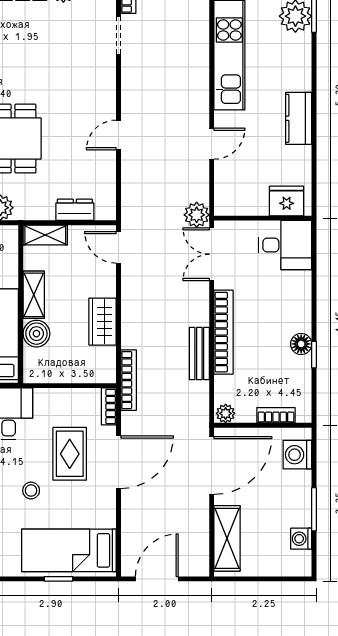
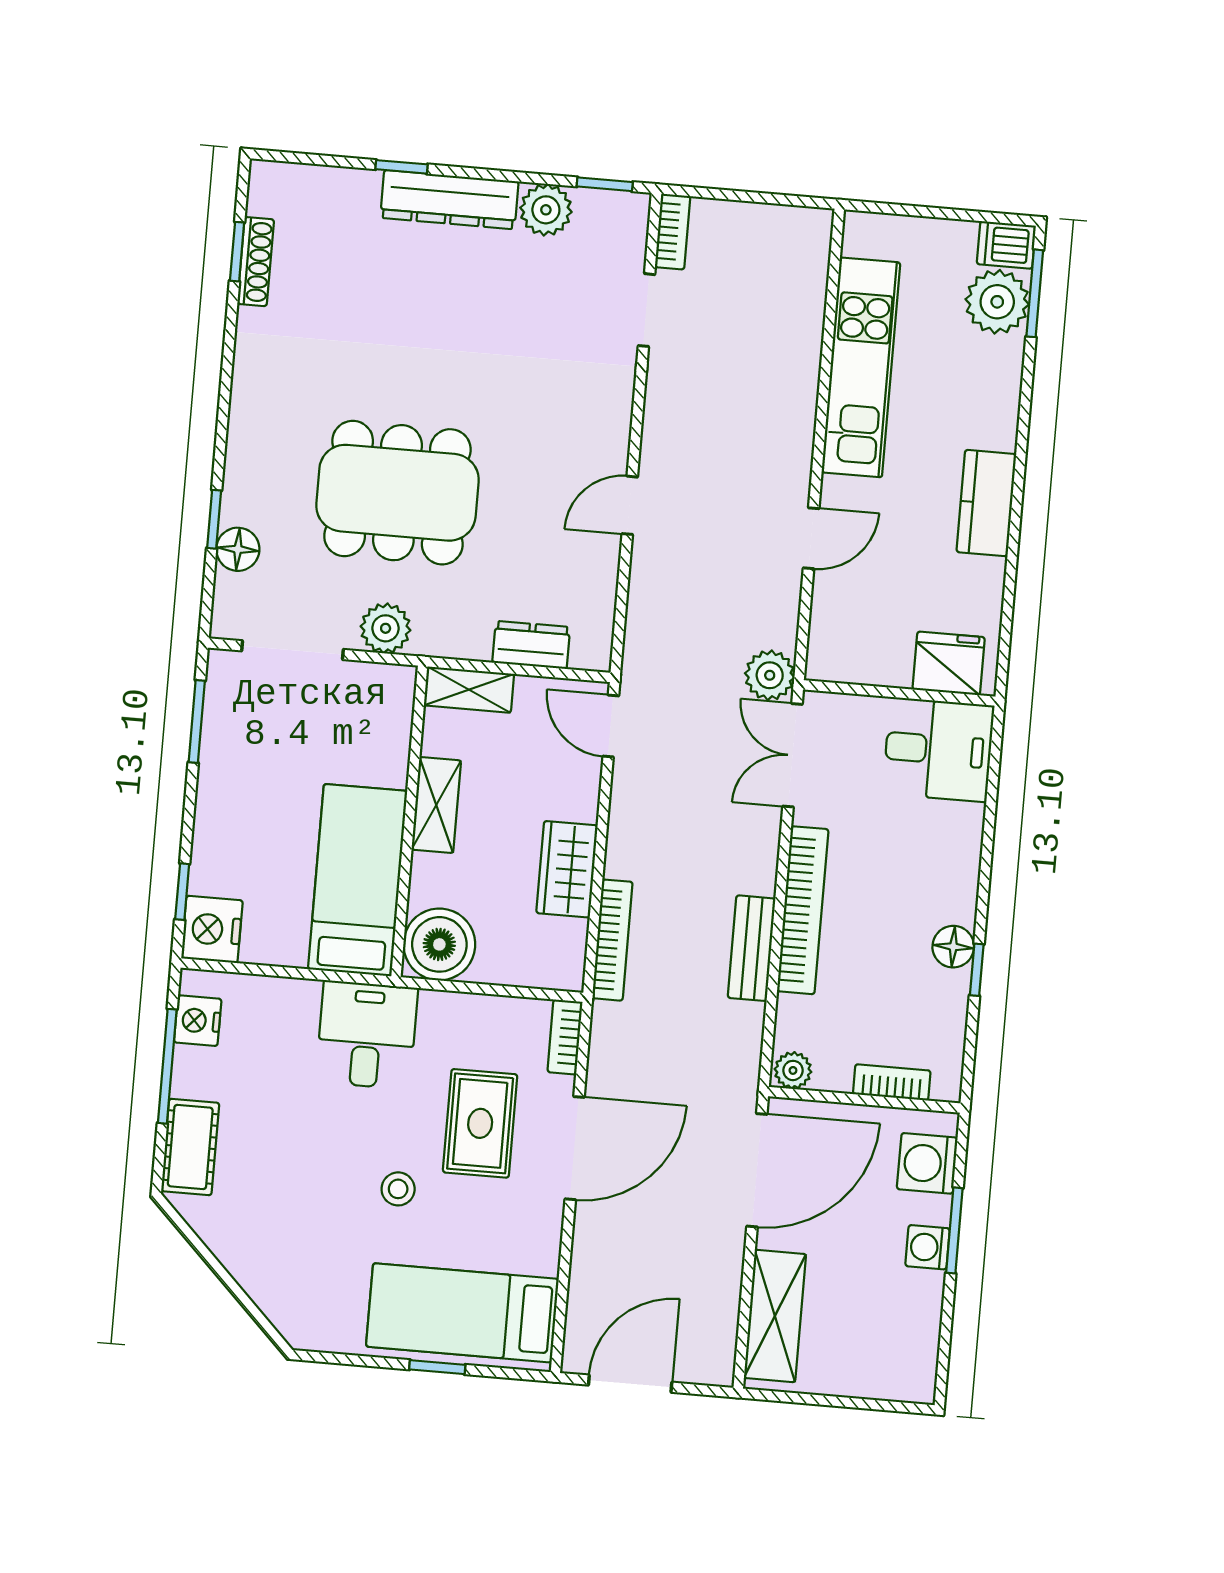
boiler: (36, 334) -> (439, 944), moved, width x1.37, depth x1.37
bookcase: (129, 380) -> (612, 940), moved
window: (314, 509) -> (954, 1230), moved
washing machine: (301, 539) -> (928, 1247), moved

